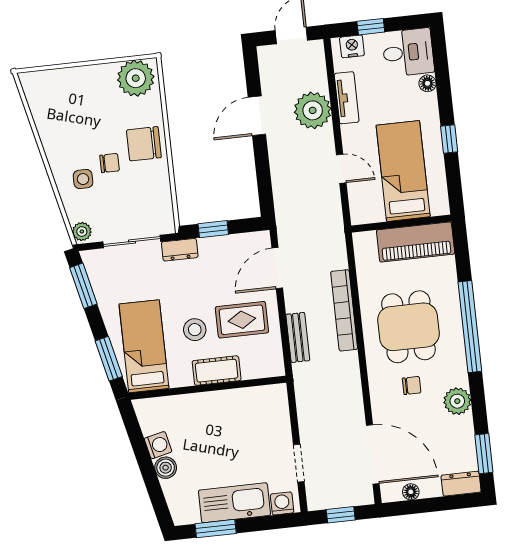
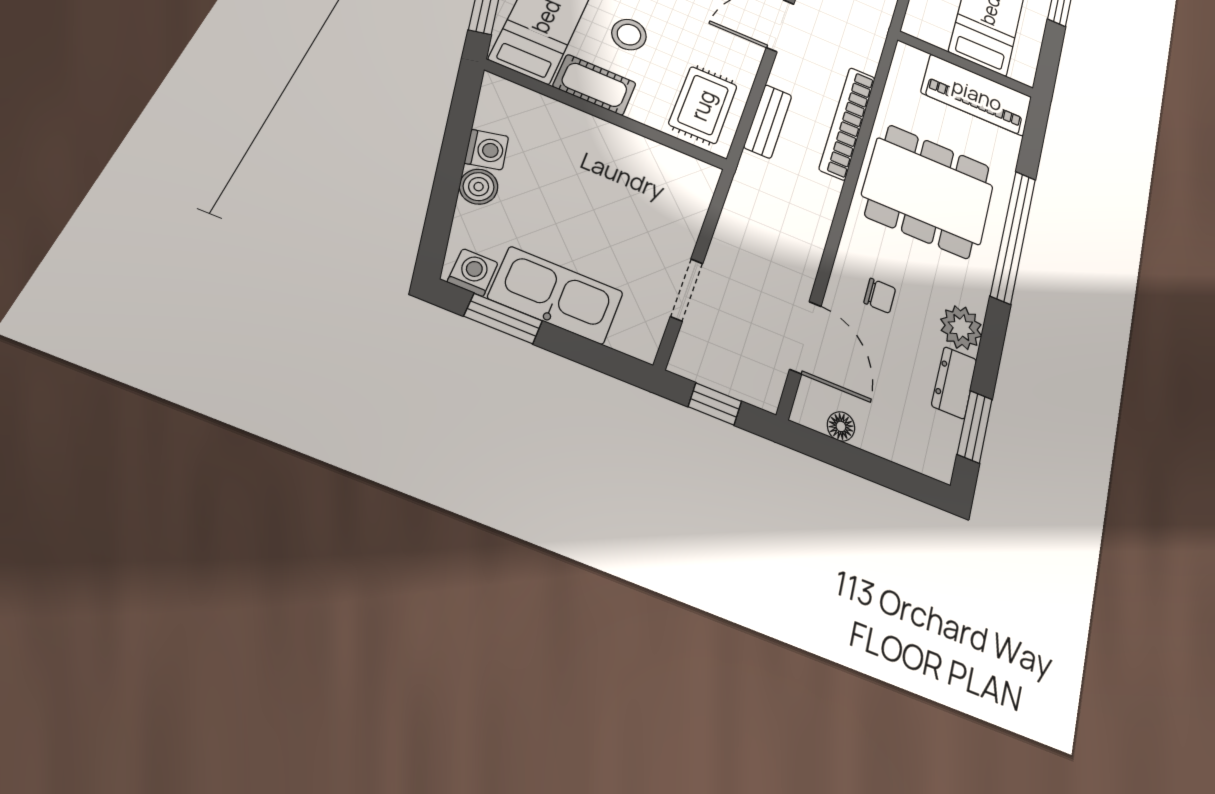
rug: (242, 320) -> (703, 105), moved, turned 90
dining table: (408, 327) -> (928, 191), width x1.38
cot: (217, 371) -> (594, 85), moved
chair: (412, 385) -> (880, 296), moved
door: (373, 454) -> (805, 337), width x0.73
dresser: (461, 484) -> (954, 383), moved, turned -90
washing machine: (282, 503) -> (473, 272), moved

